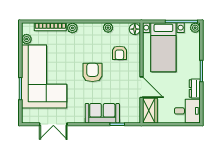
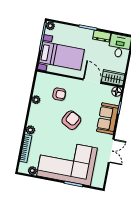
floor lamp: (135, 29) -> (117, 92), moved
armchair: (92, 72) -> (71, 120), turned 118
door: (141, 87) -> (92, 81), hinge flipped
double door: (53, 124) -> (111, 151), moved

